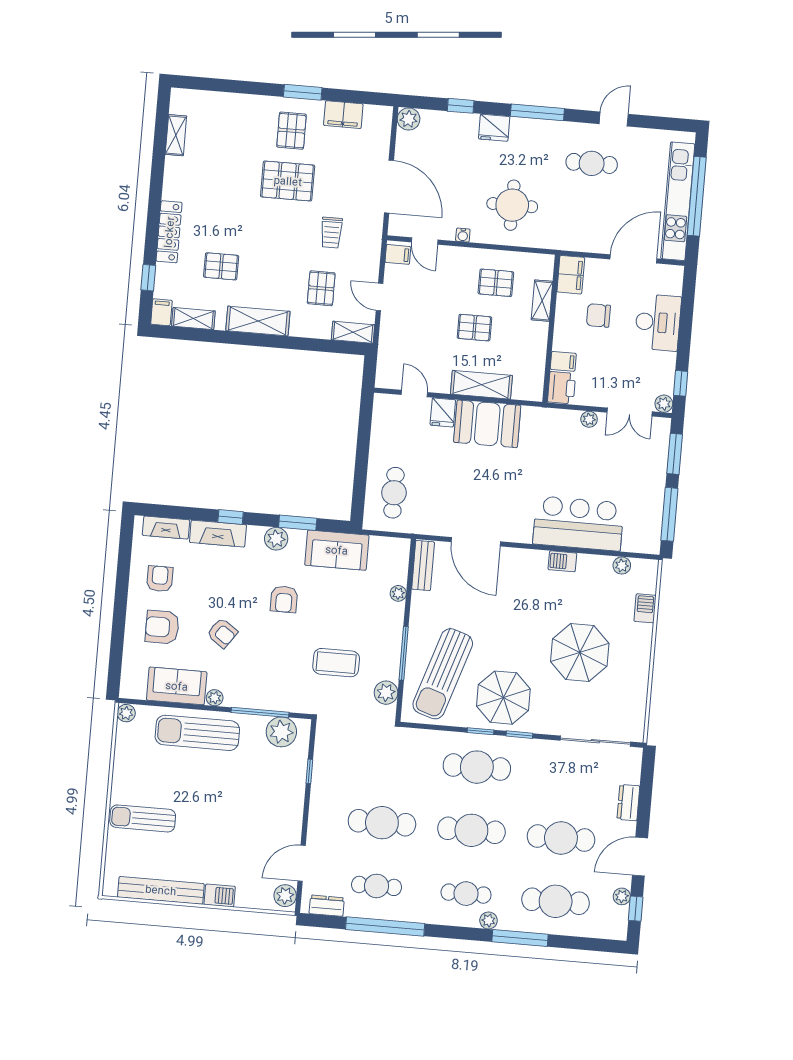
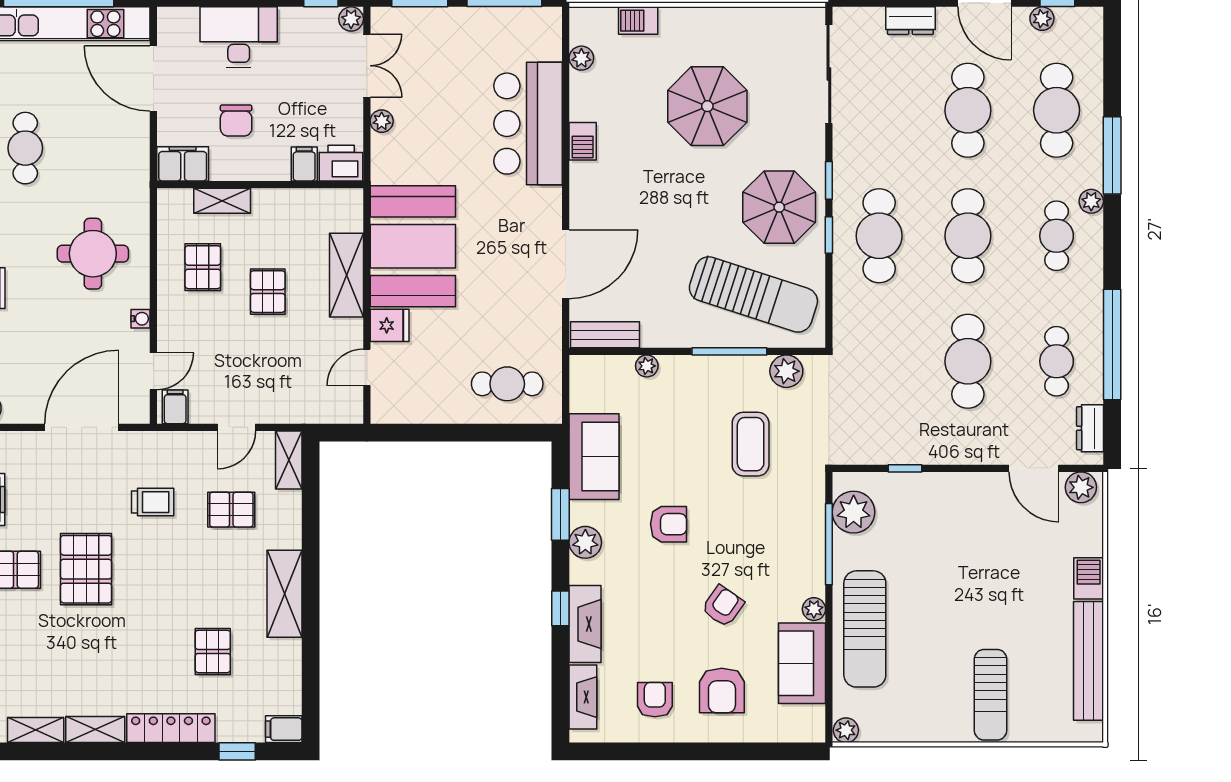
shelving: (193, 319) -> (95, 729), moved, turned 90
booth: (487, 424) -> (413, 246), width x1.36, depth x1.42
armchair: (160, 579) -> (655, 700), turned 90

